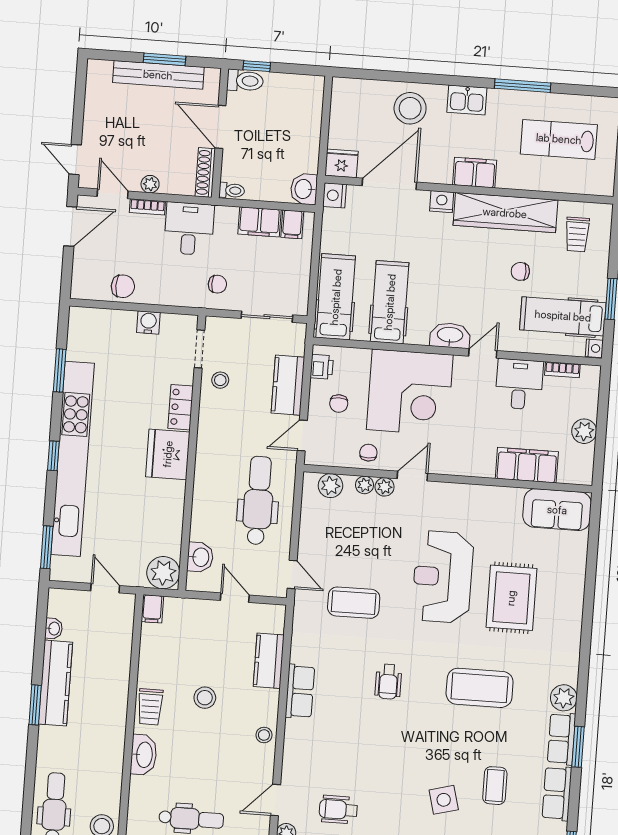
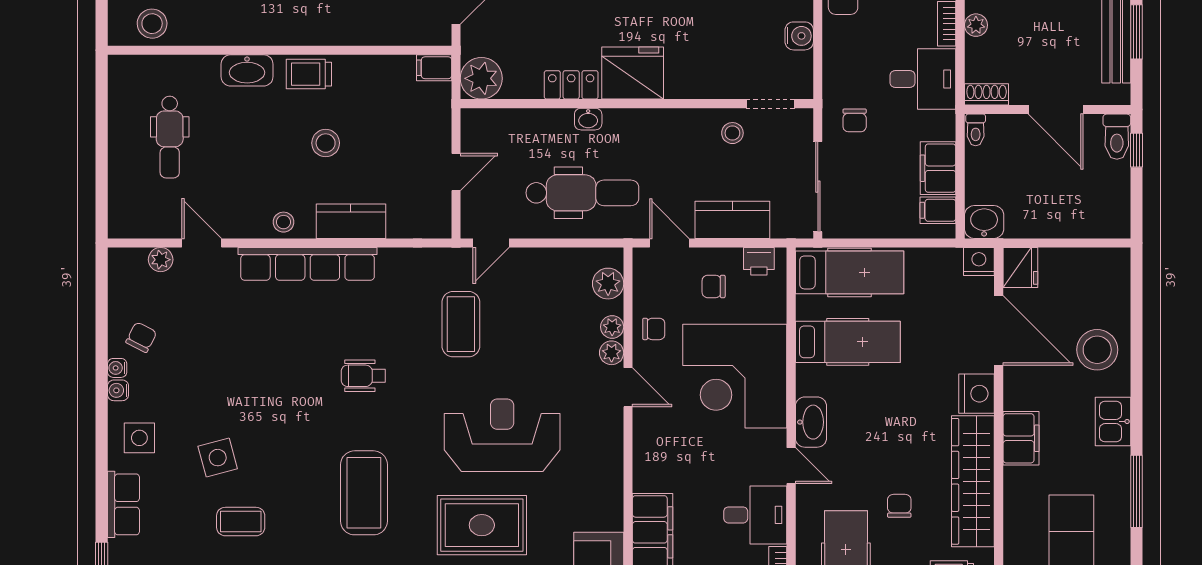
door: (220, 127) -> (1056, 110), swing flipped
shoe rack: (205, 173) -> (987, 94), width x0.70
nightstand: (442, 202) -> (977, 394), width x1.36, depth x1.33
sliding door: (267, 317) -> (818, 187), width x1.37
locker: (181, 407) -> (571, 85), moved
washbasin: (200, 557) -> (588, 119), moved, width x0.72, depth x0.69
kitchen counter: (269, 661) -> (351, 221), moved
row of seats: (300, 691) -> (308, 264), width x2.02
wheelchair: (338, 810) -> (195, 324), removed

